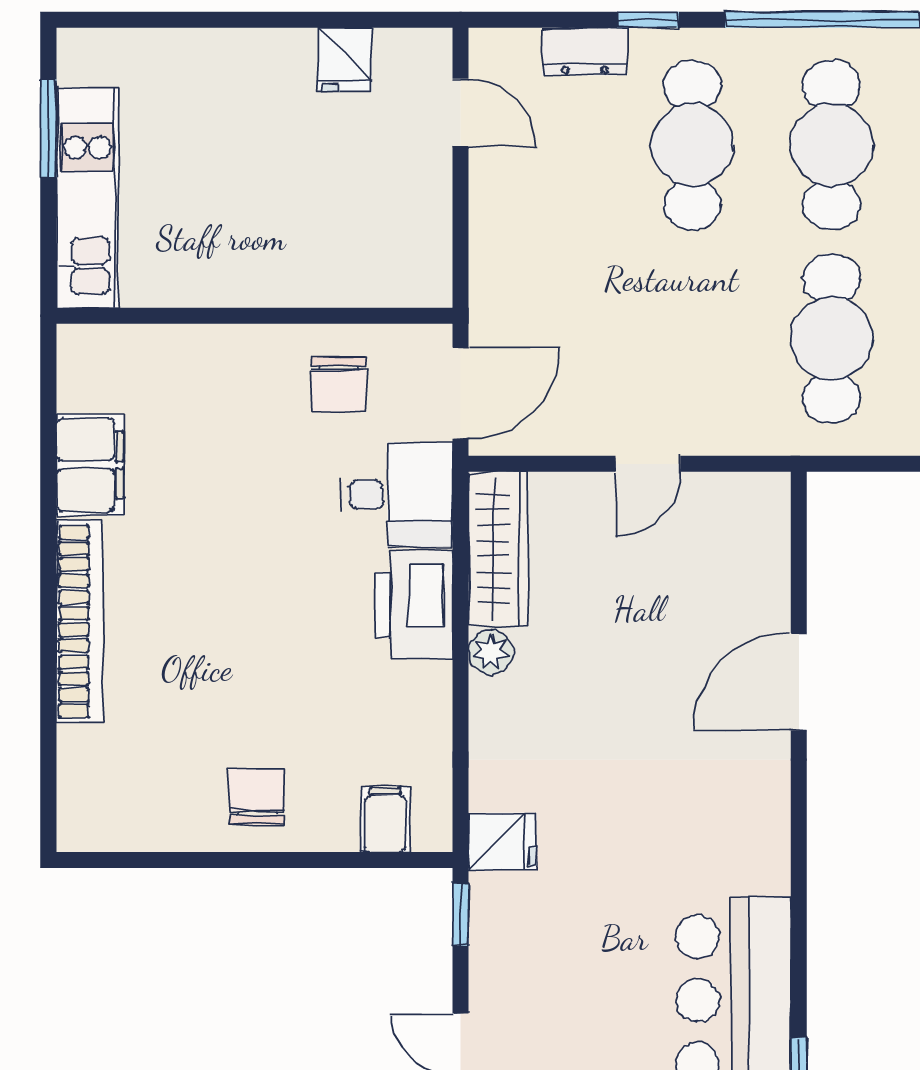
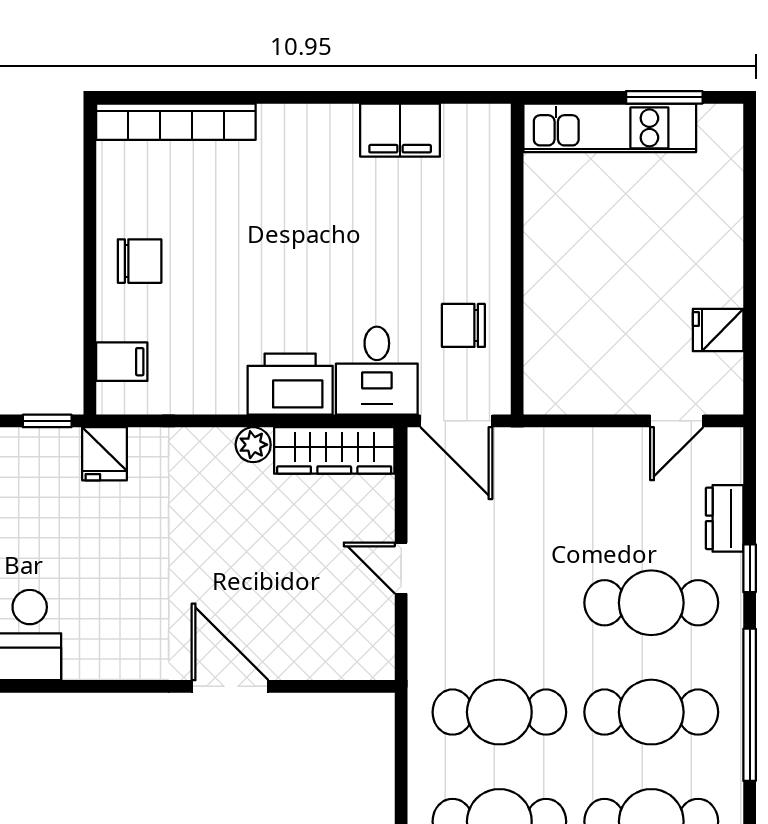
bookcase: (79, 622) -> (176, 122), moved

